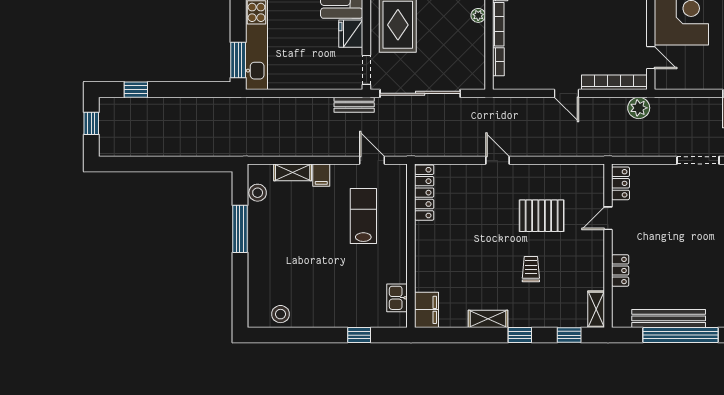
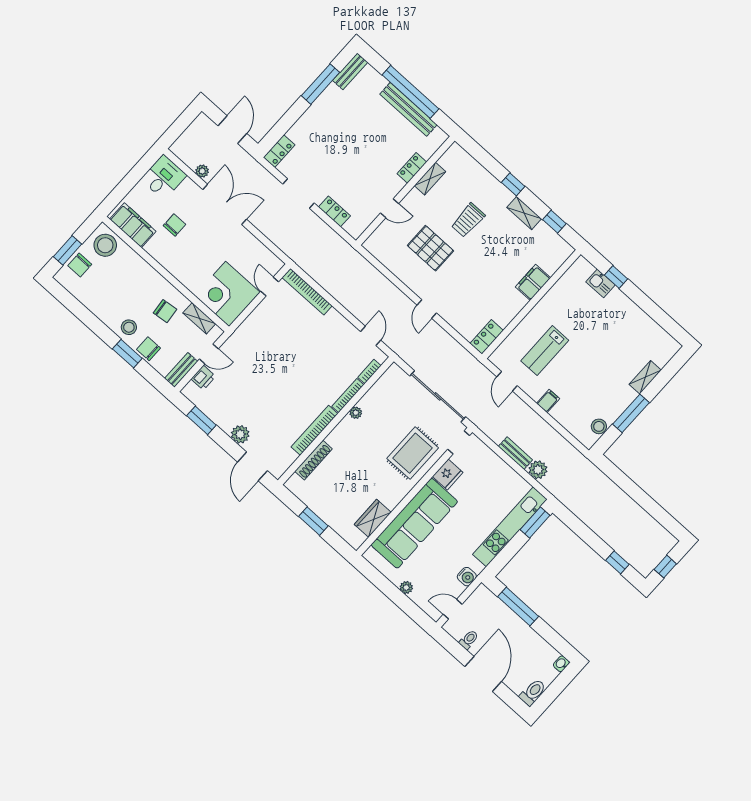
door: (567, 93) -> (371, 336), moved
bench: (354, 105) -> (515, 453), moved
plant: (639, 108) -> (538, 470), moved
shelving: (293, 172) -> (645, 377), moved, turned 90
locker: (620, 183) -> (334, 211), moved, turned 90
locker: (424, 193) -> (487, 337), width x0.66
trolley: (531, 269) -> (468, 220), width x1.36, depth x1.39
kitchen sink: (397, 298) -> (600, 283), moved, turned 90
shelving: (596, 309) -> (430, 179), moved
filing cabinet: (427, 310) -> (533, 282), moved
stool: (280, 314) -> (654, 336), removed
window: (569, 335) -> (554, 222), moved

